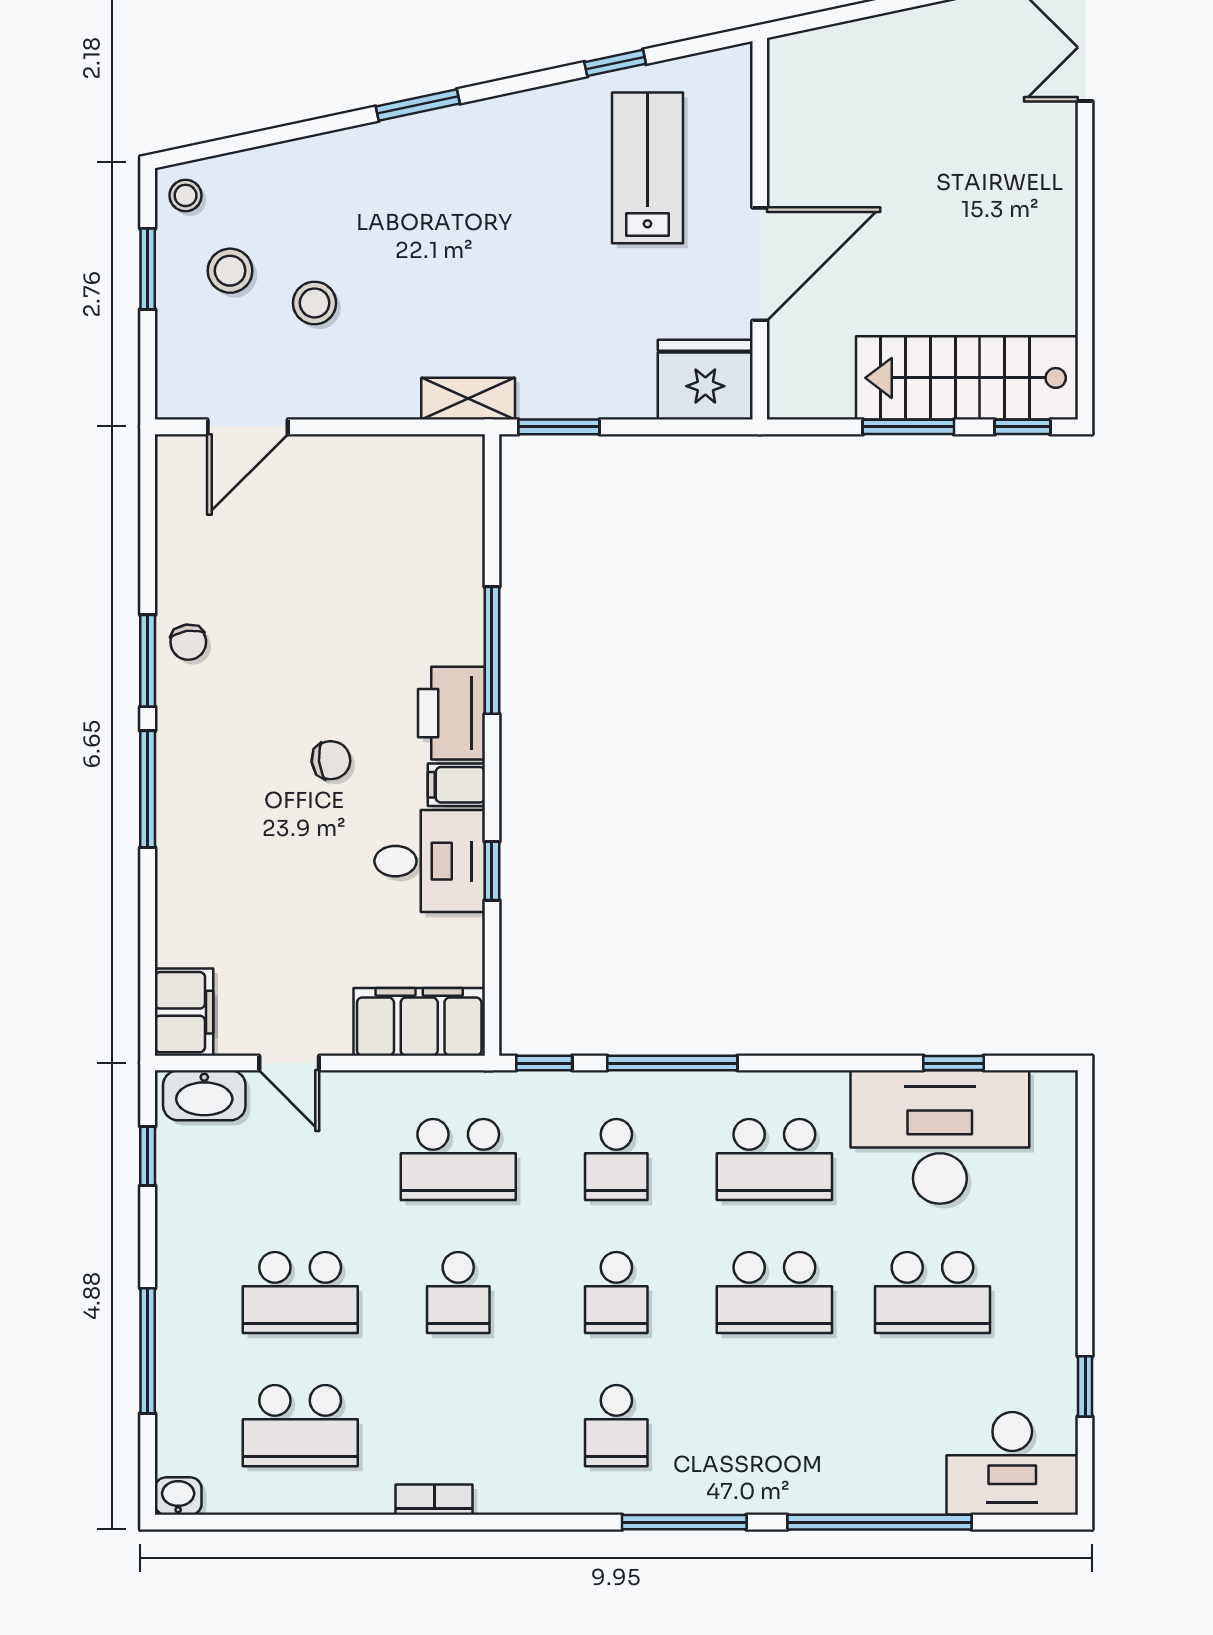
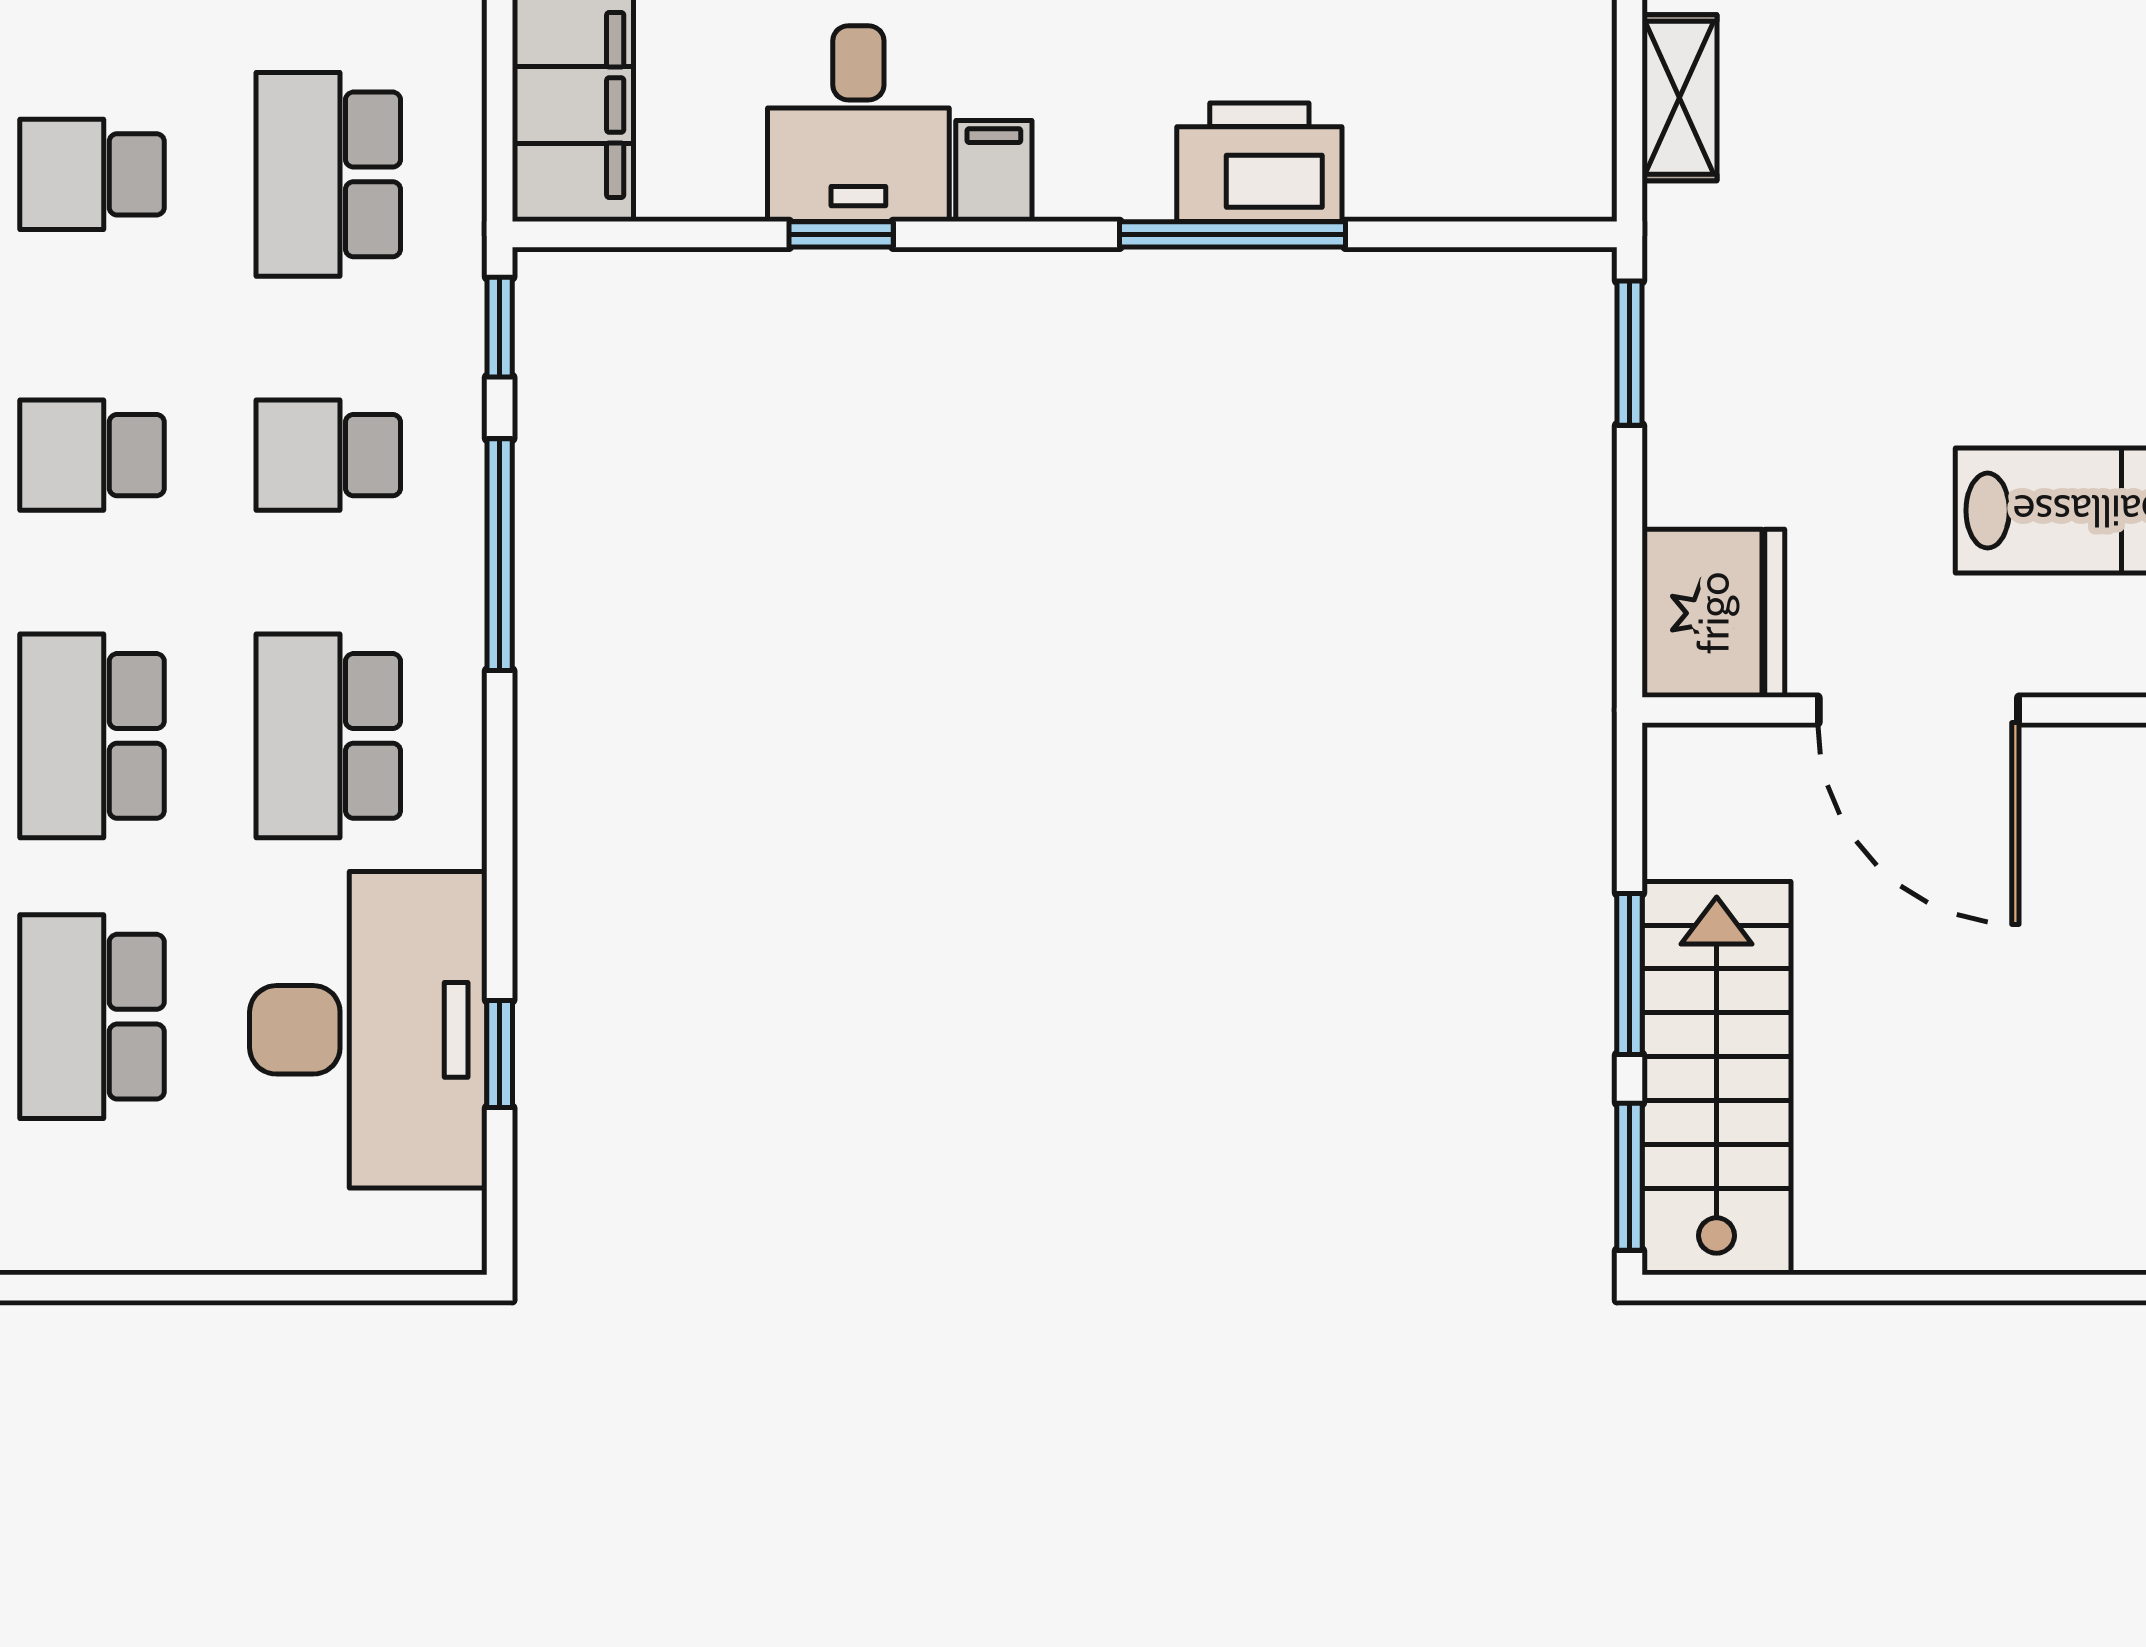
shelving: (468, 399) -> (1680, 98), moved
window: (1023, 427) -> (1630, 1177), width x1.50
printer: (451, 713) -> (1259, 162), moved

